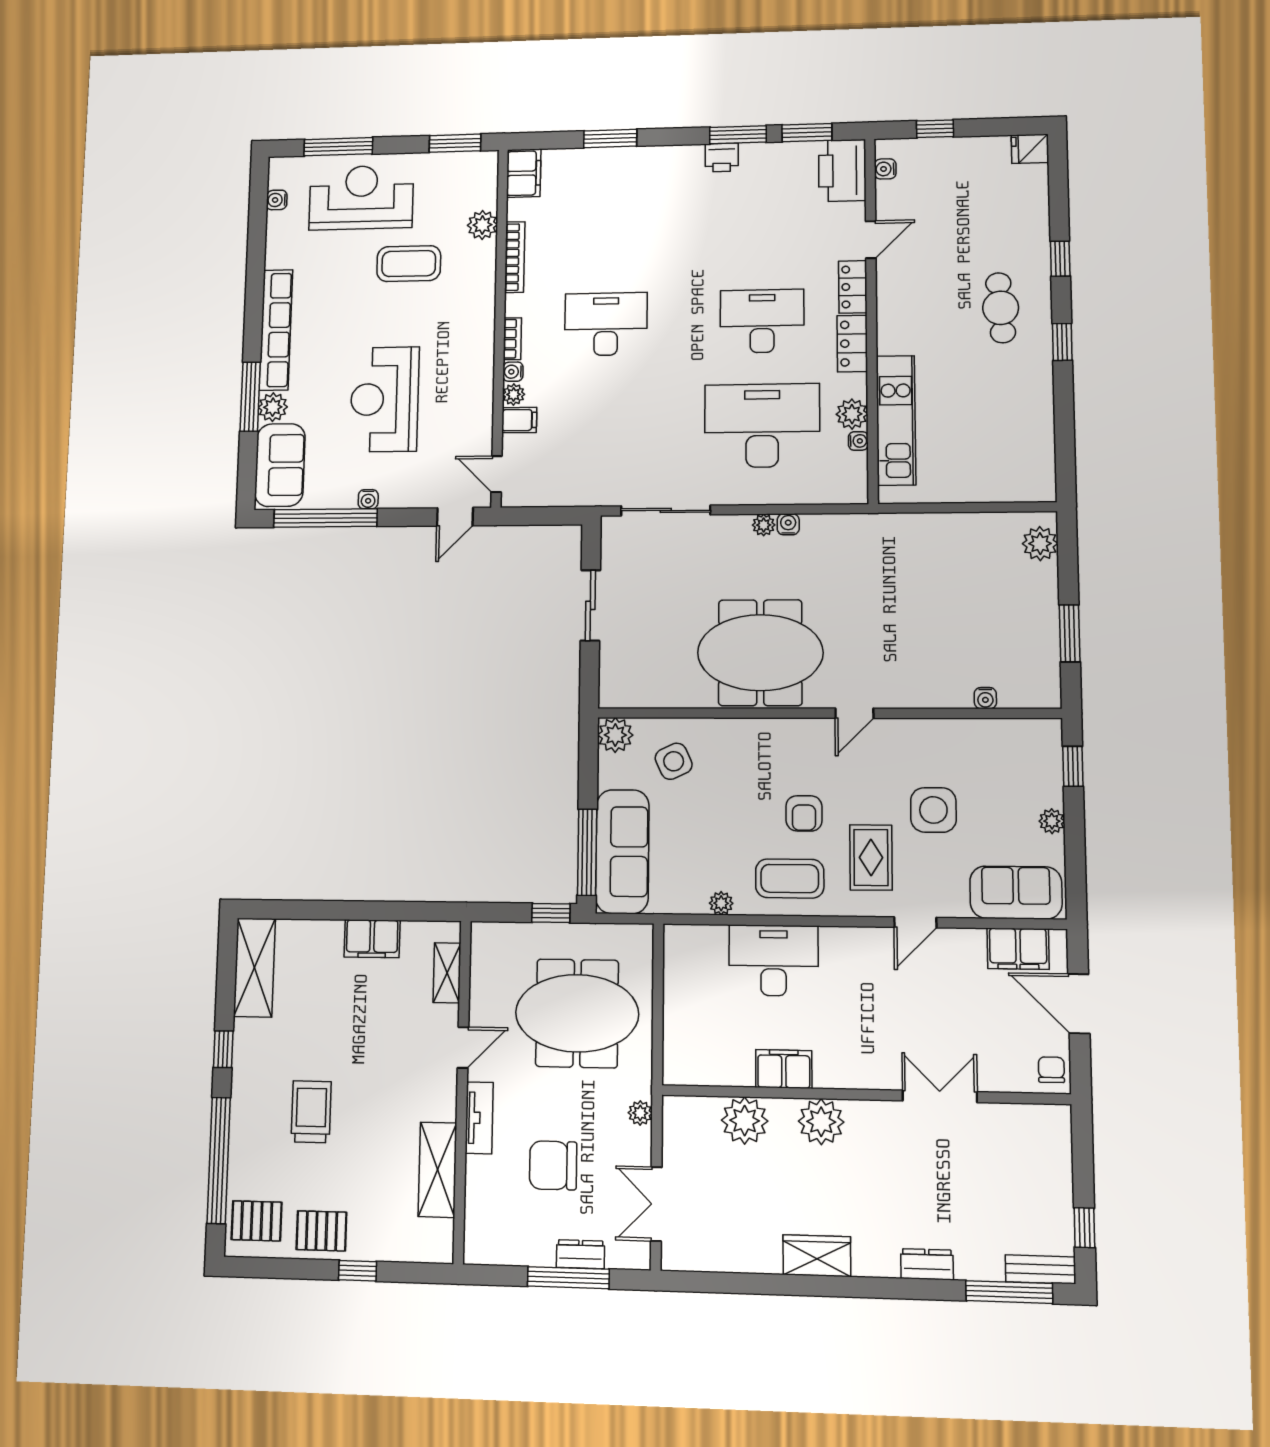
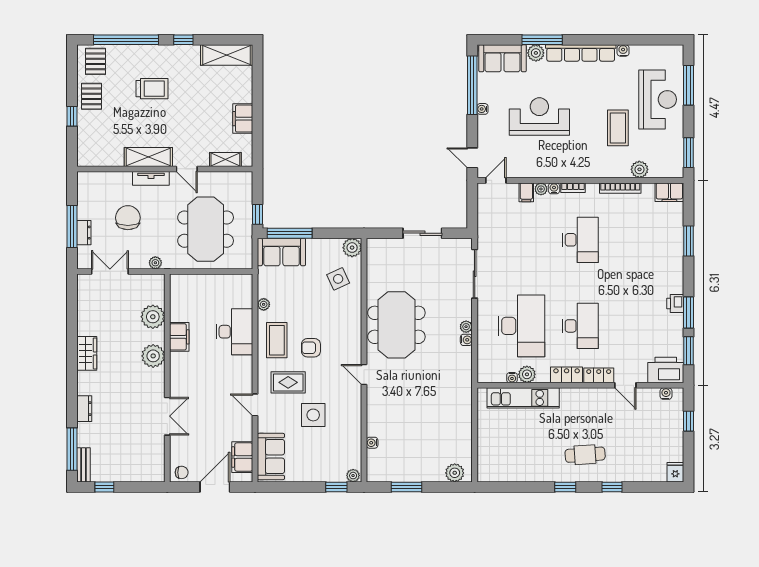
water cooler: (277, 200) -> (623, 50), moved
plant: (1052, 821) -> (353, 476), moved
sofa: (622, 852) -> (281, 252), width x0.73
shelving: (437, 1170) -> (148, 157), moved

